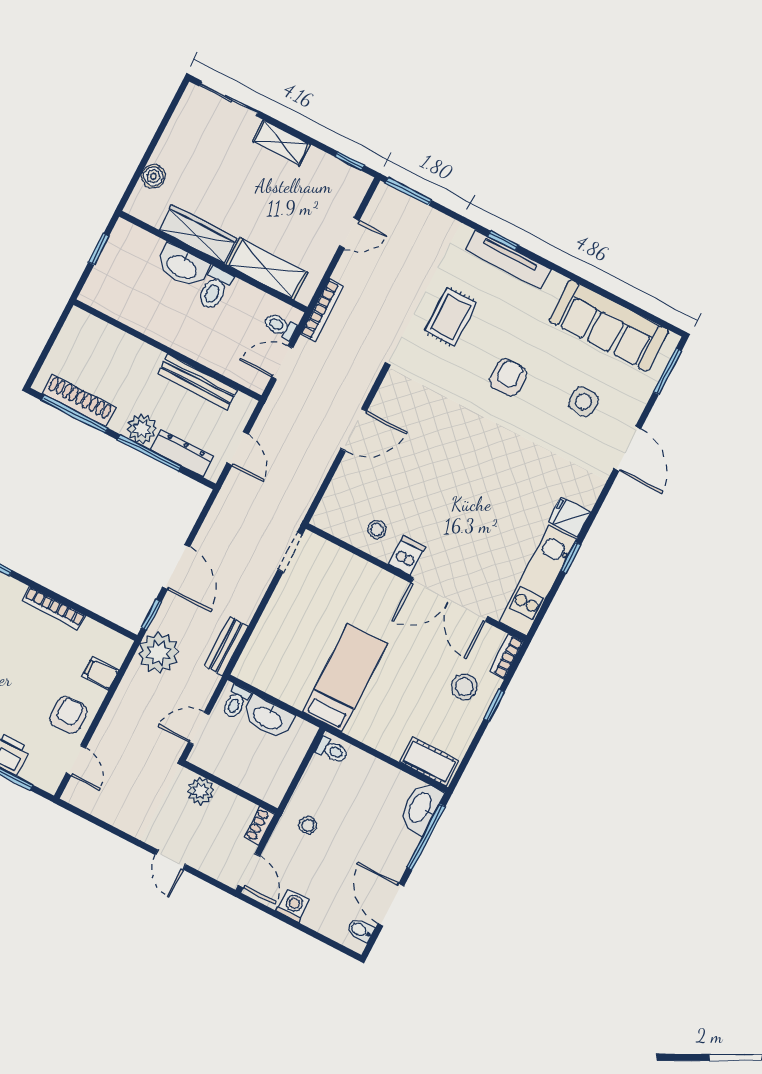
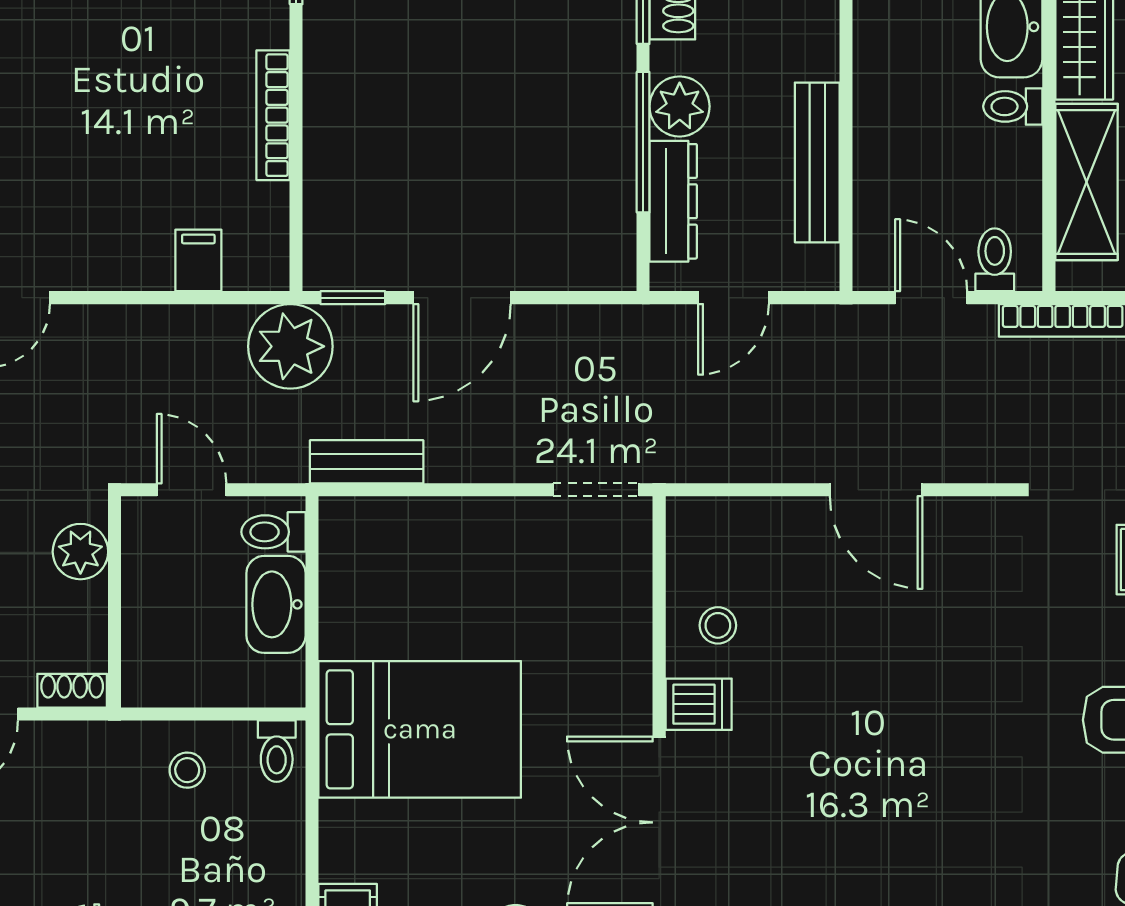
toilet: (215, 289) -> (1013, 106), width x0.73, depth x0.72
bed: (345, 678) -> (420, 729), width x1.50
armchair: (68, 715) -> (93, 241), removed
stool: (308, 825) -> (187, 770), moved

